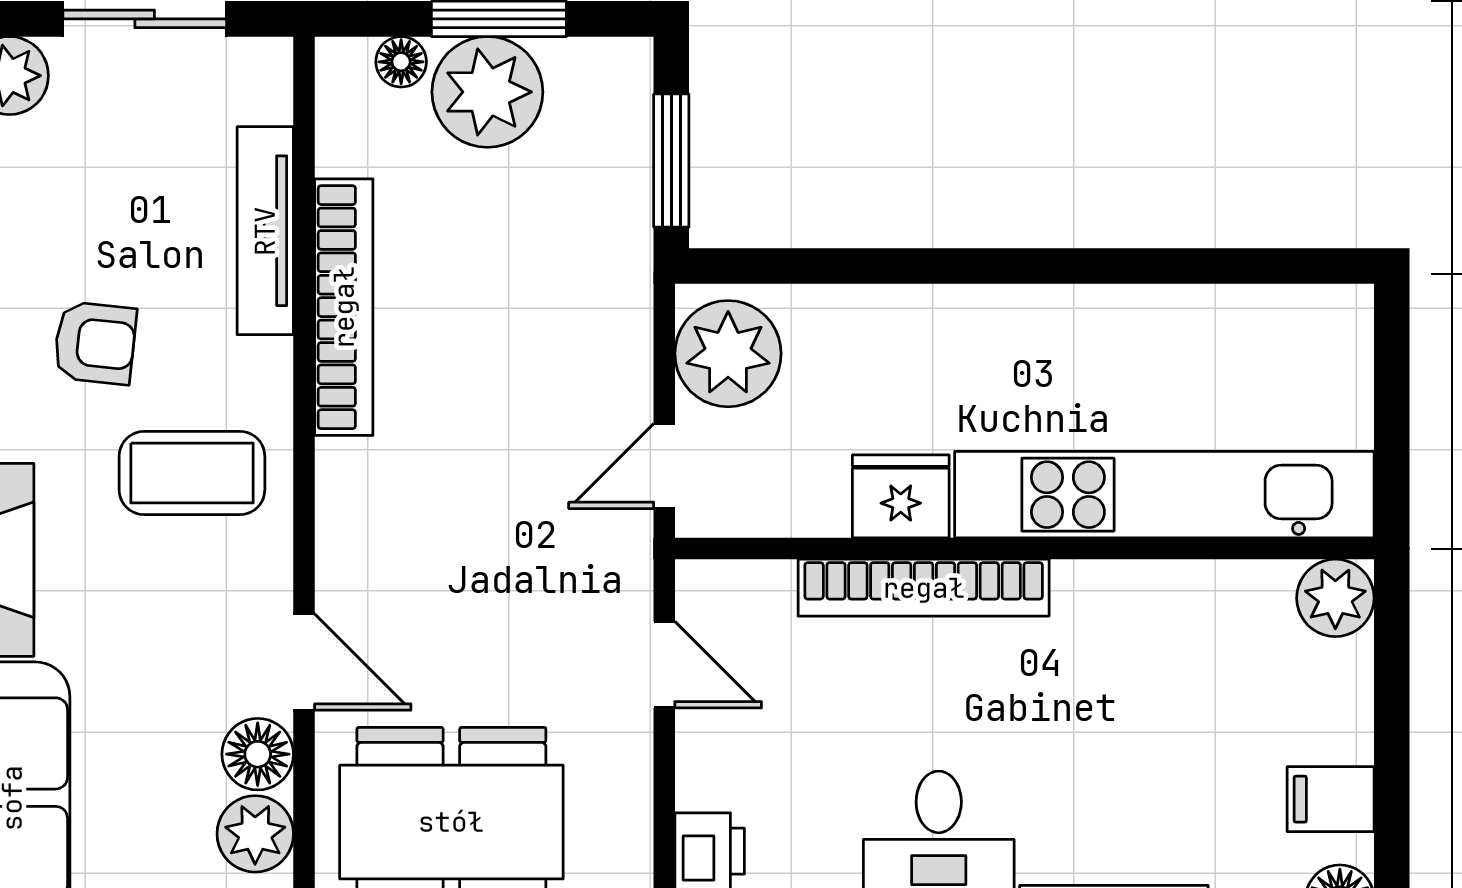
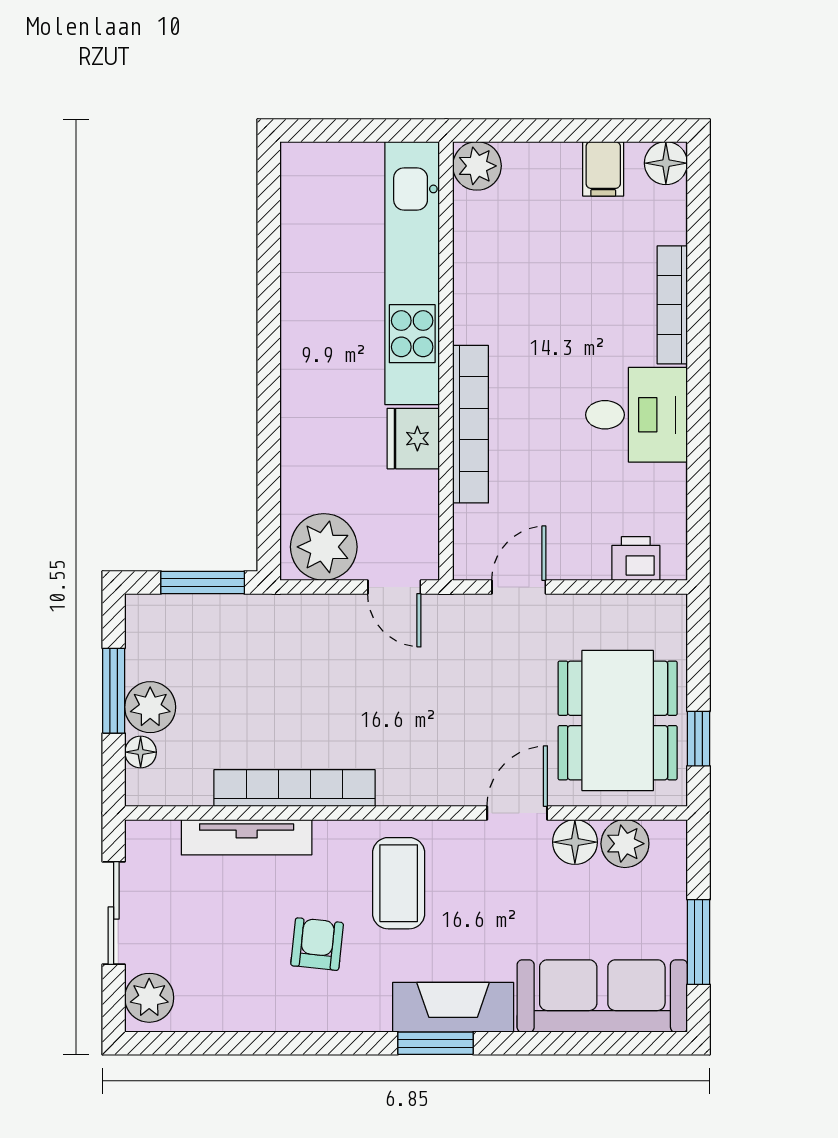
plant: (487, 92) -> (150, 707), width x0.73, depth x0.73

